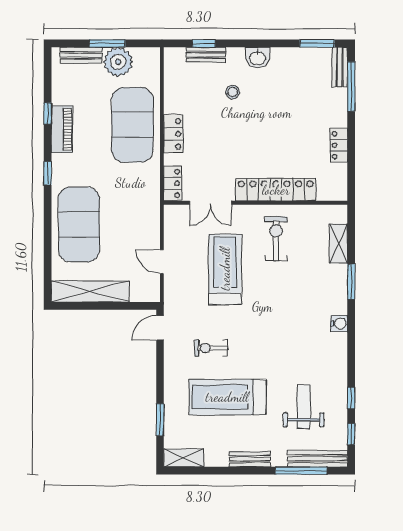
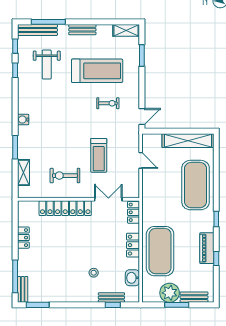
washbasin: (258, 58) -> (132, 278), moved, turned -90
exercise bike: (276, 239) -> (65, 176), turned 90
treadmill: (225, 269) -> (99, 155), width x0.73, depth x0.73

